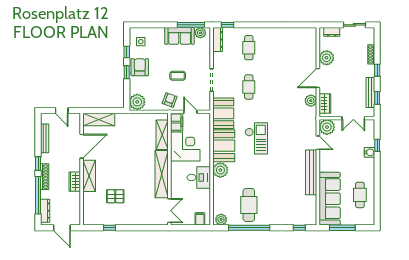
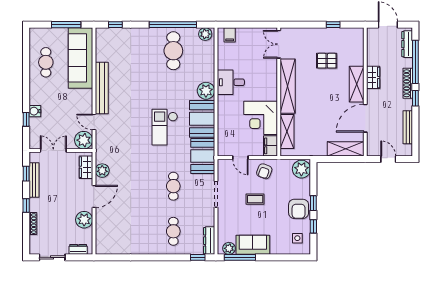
filing cabinet: (177, 122) -> (270, 146), moved
shelving: (162, 135) -> (287, 131), moved
corner desk: (185, 146) -> (261, 118), moved
wall: (169, 169) -> (279, 92), moved
shelving: (162, 174) -> (288, 86), moved
double door: (169, 211) -> (279, 44), moved

